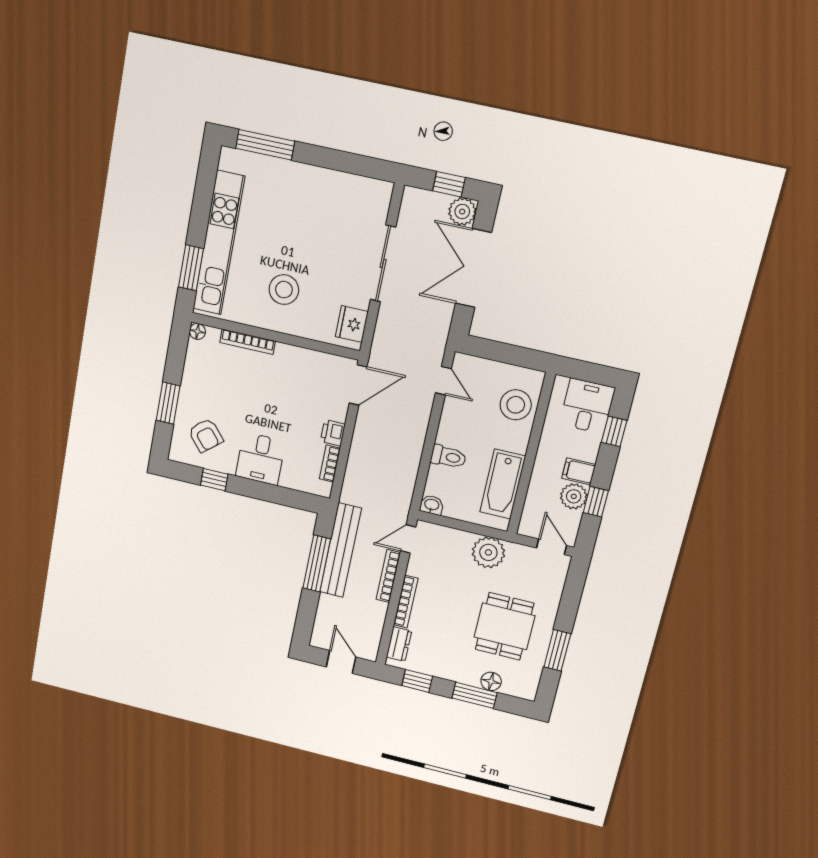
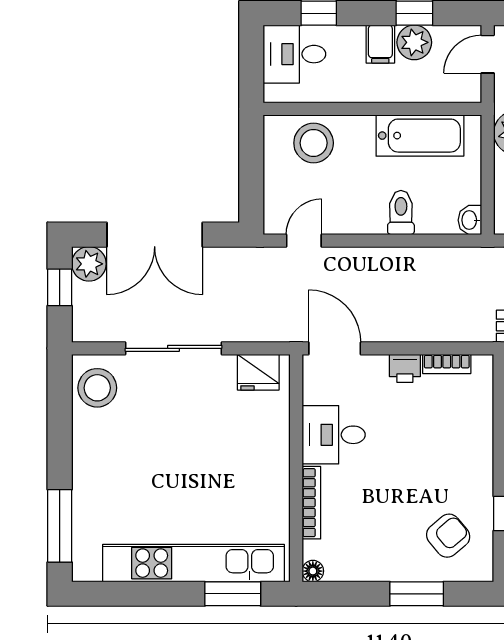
stool: (284, 290) -> (97, 388), moved
desk: (260, 459) -> (334, 435), moved, turned 180

